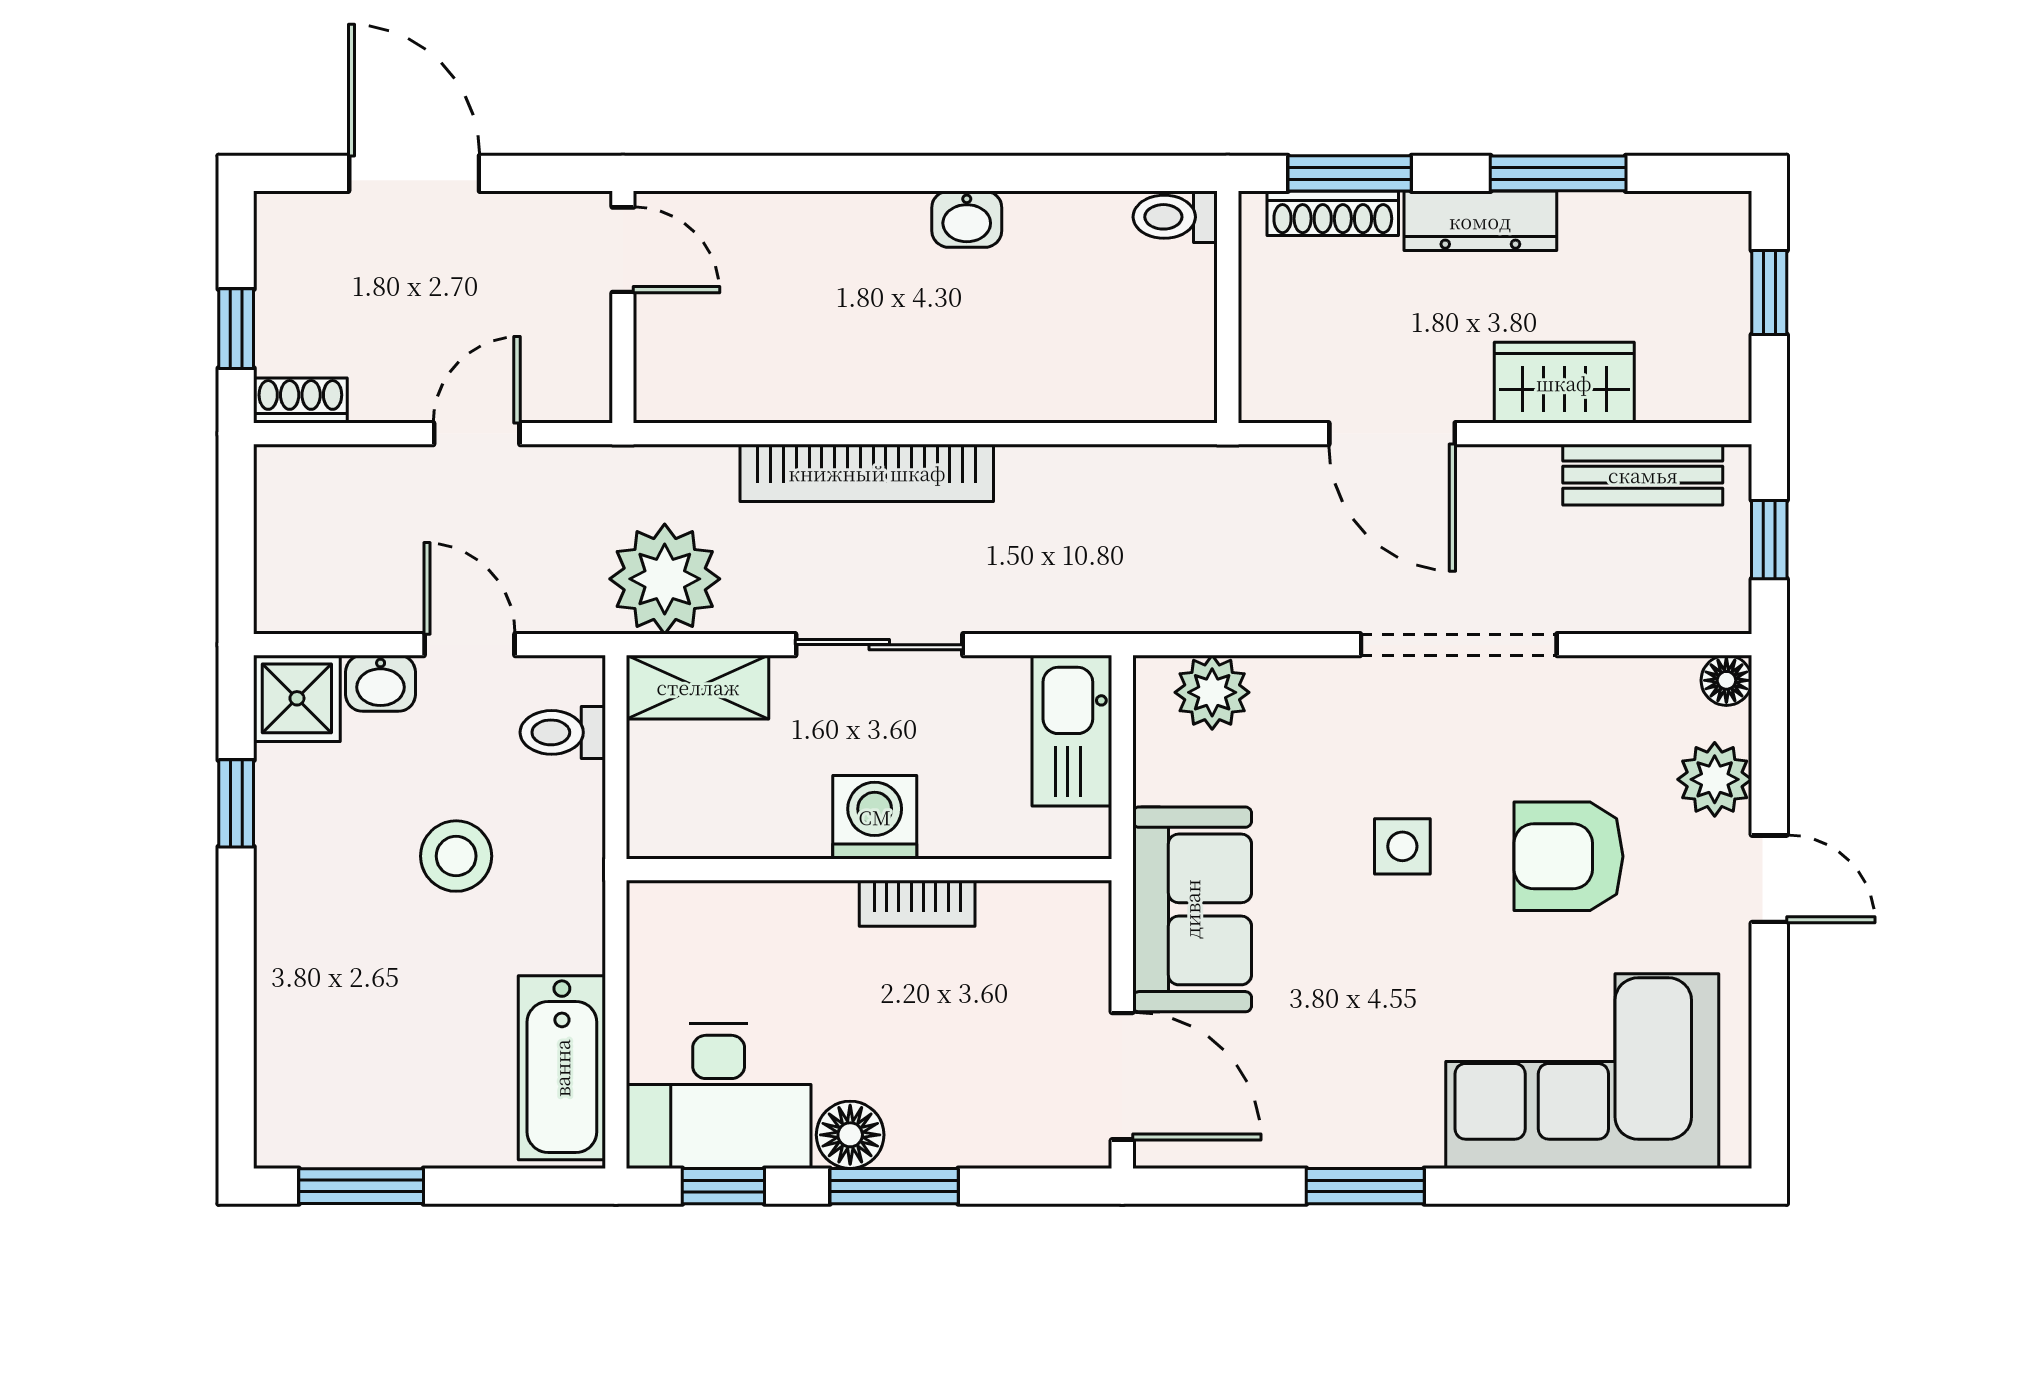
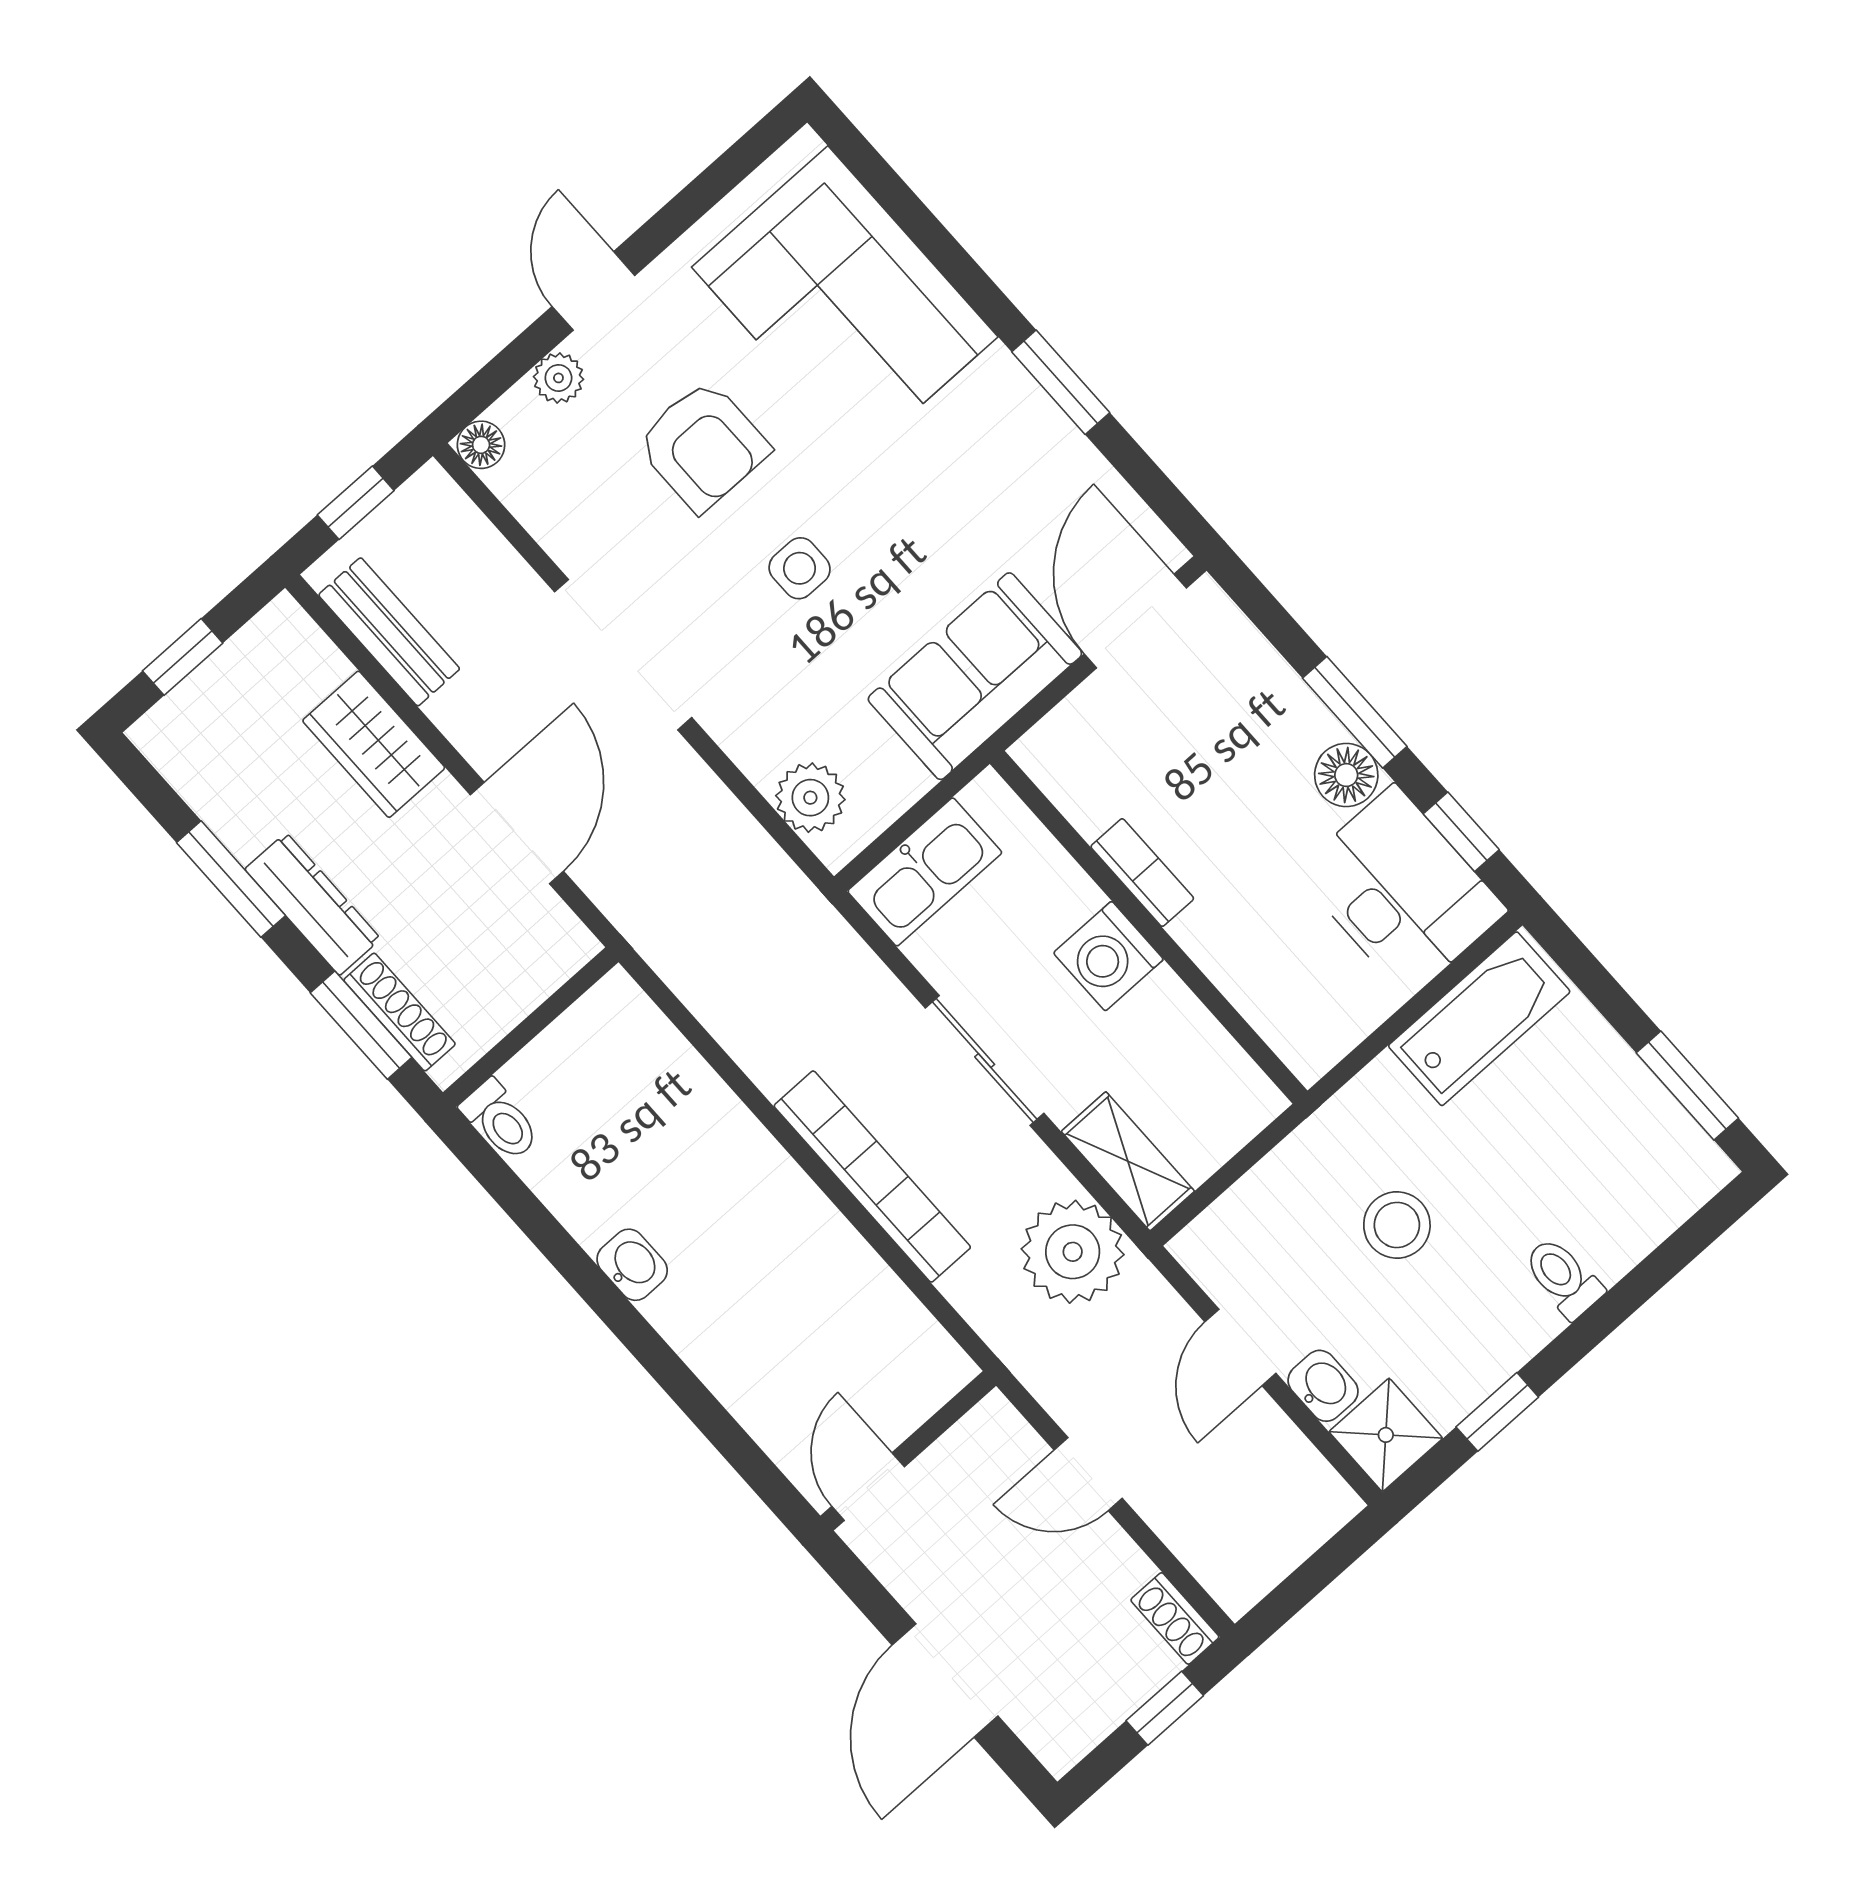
toilet: (563, 732) -> (1563, 1278), moved, turned 180
plant: (1715, 779) -> (558, 378), width x0.73, depth x0.73

